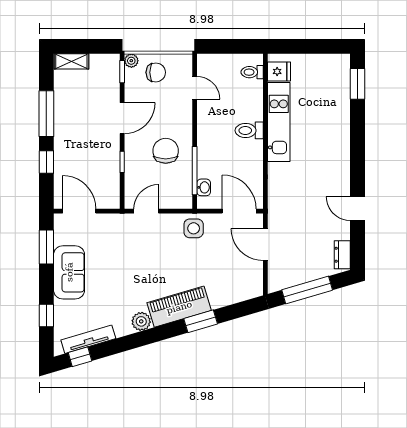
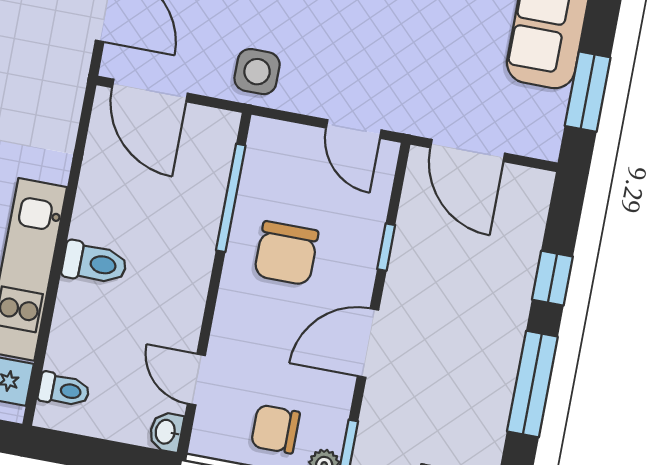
washbasin: (204, 187) -> (166, 432), moved
door: (79, 211) -> (468, 151), moved
door: (146, 211) -> (354, 129), hinge flipped

